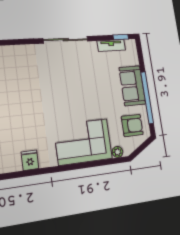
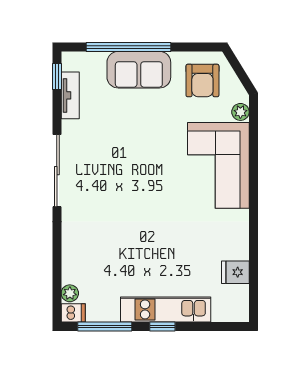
window: (147, 98) -> (129, 47), moved
armchair: (132, 125) -> (202, 80), turned 180
fridge: (30, 160) -> (235, 272), moved

